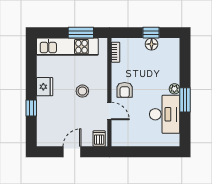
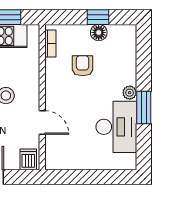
armchair: (125, 90) -> (83, 66), moved, turned 180

